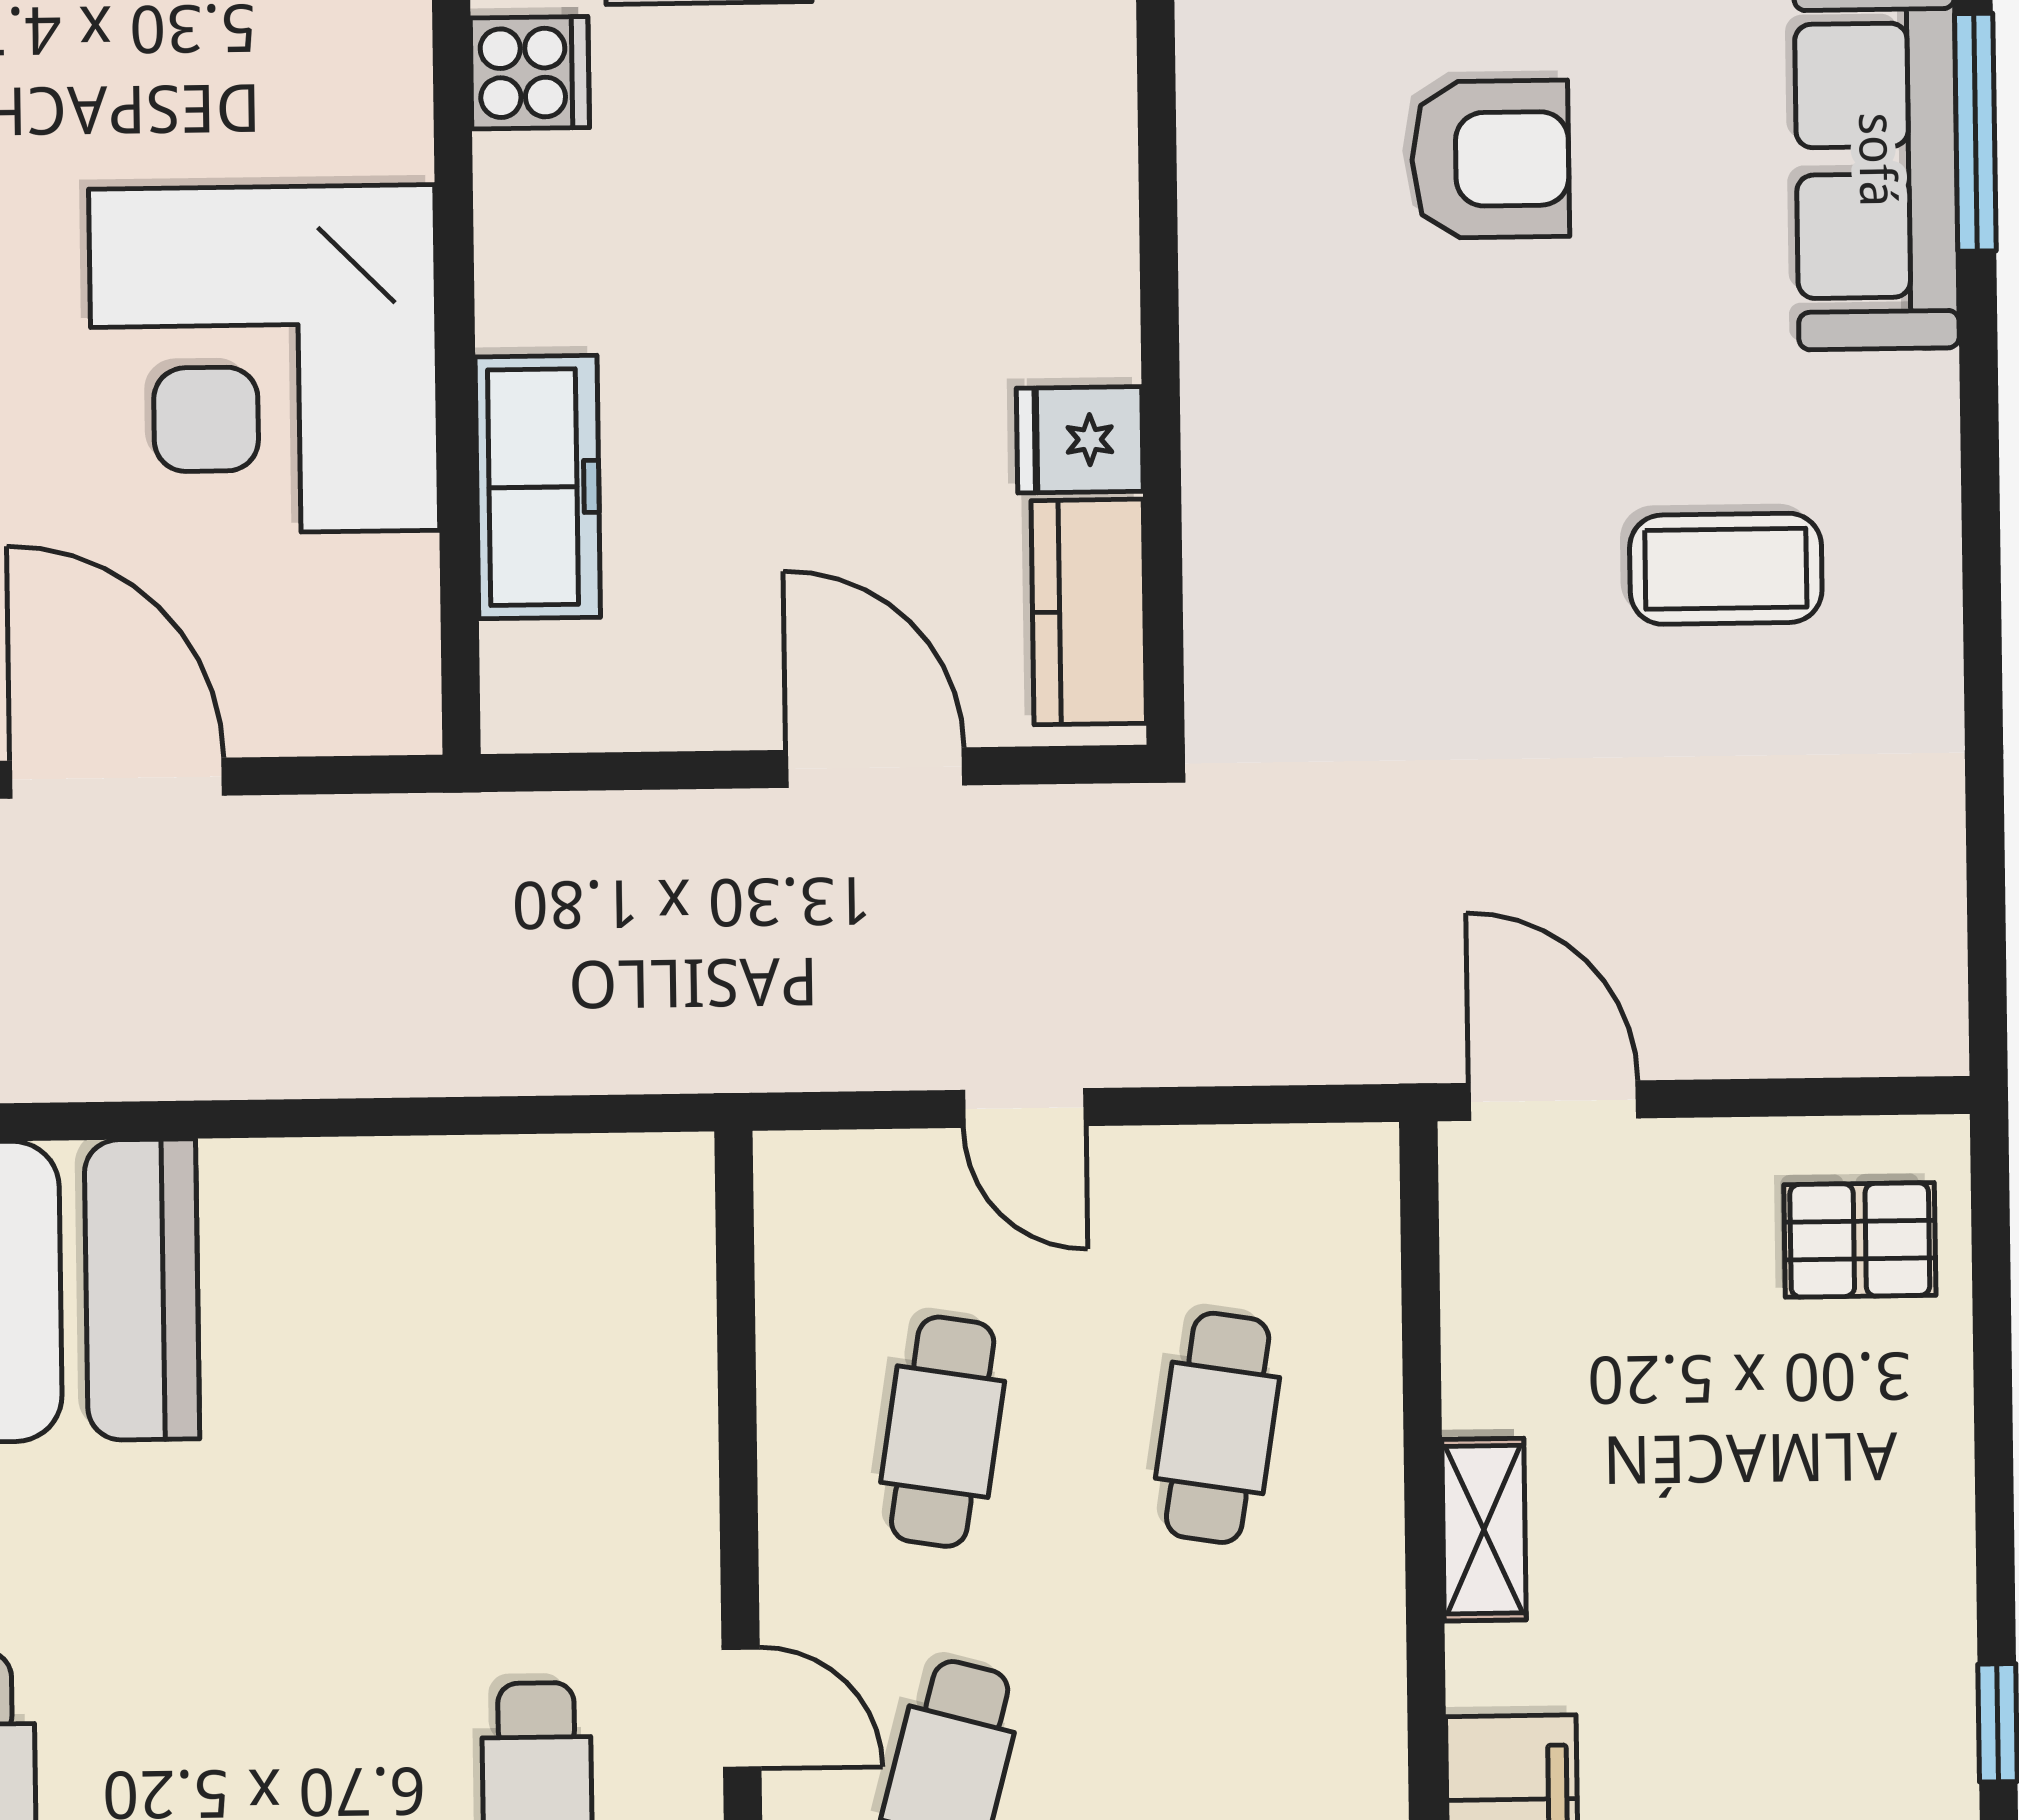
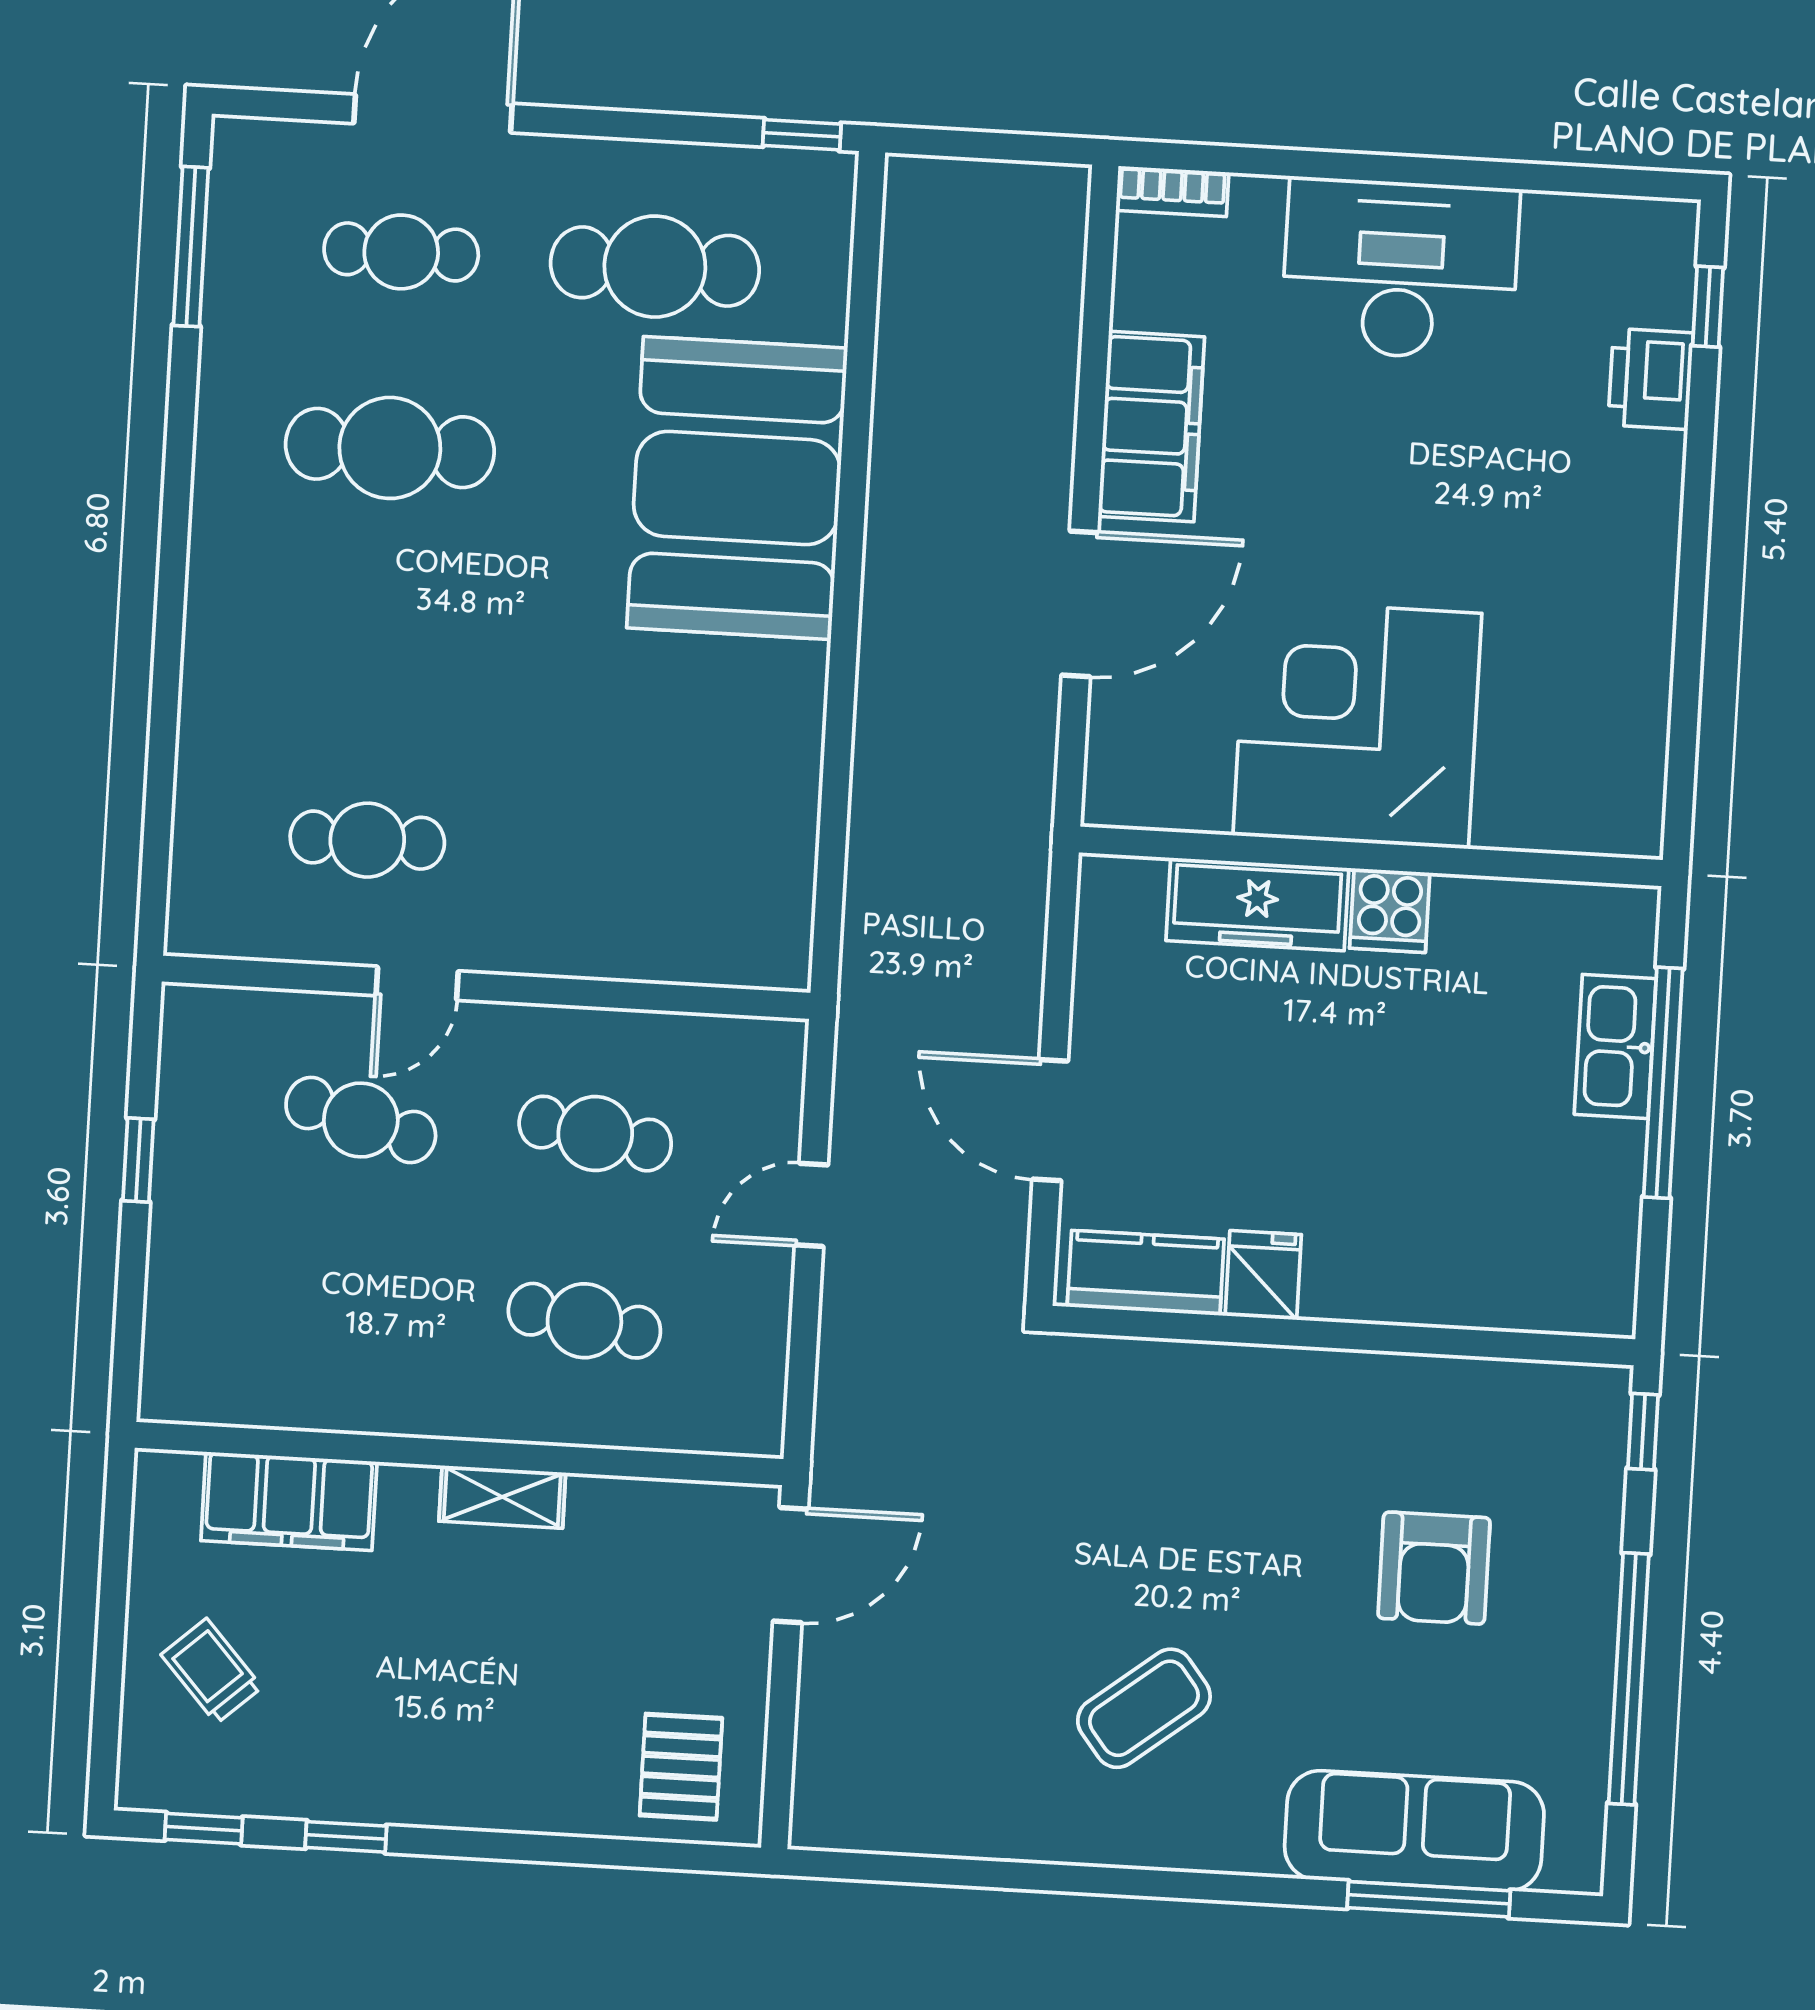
cooker: (530, 73) -> (1390, 910), moved
coffee table: (1726, 569) -> (1144, 1708), turned 52
door: (875, 768) -> (1050, 1120), swing flipped

